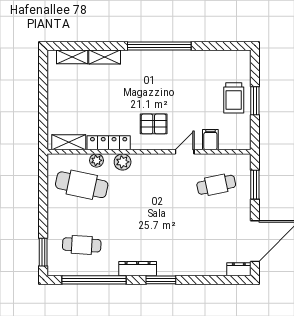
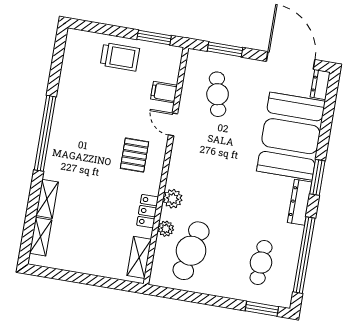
window: (255, 101) -> (154, 37), moved
locker: (109, 143) -> (148, 211), width x0.66
booth: (192, 252) -> (291, 136), added

